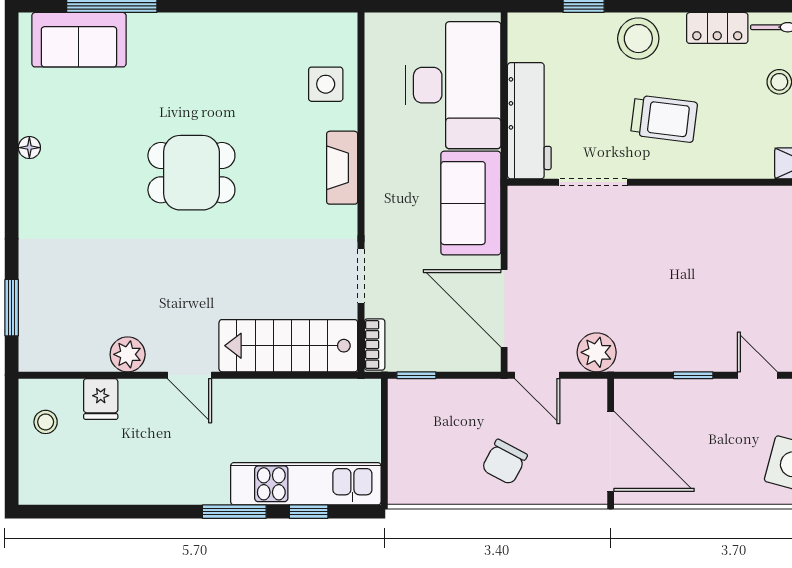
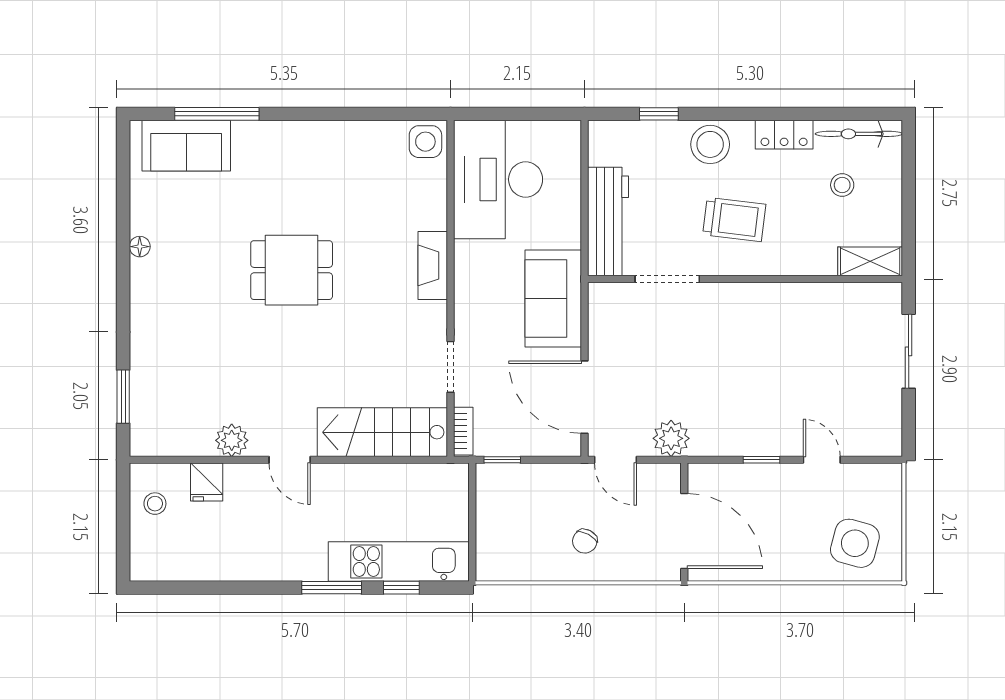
side table: (326, 84) -> (425, 142), moved
desk: (453, 85) -> (498, 179), moved, turned 180
chair: (504, 462) -> (585, 541), width x0.73, depth x0.73

